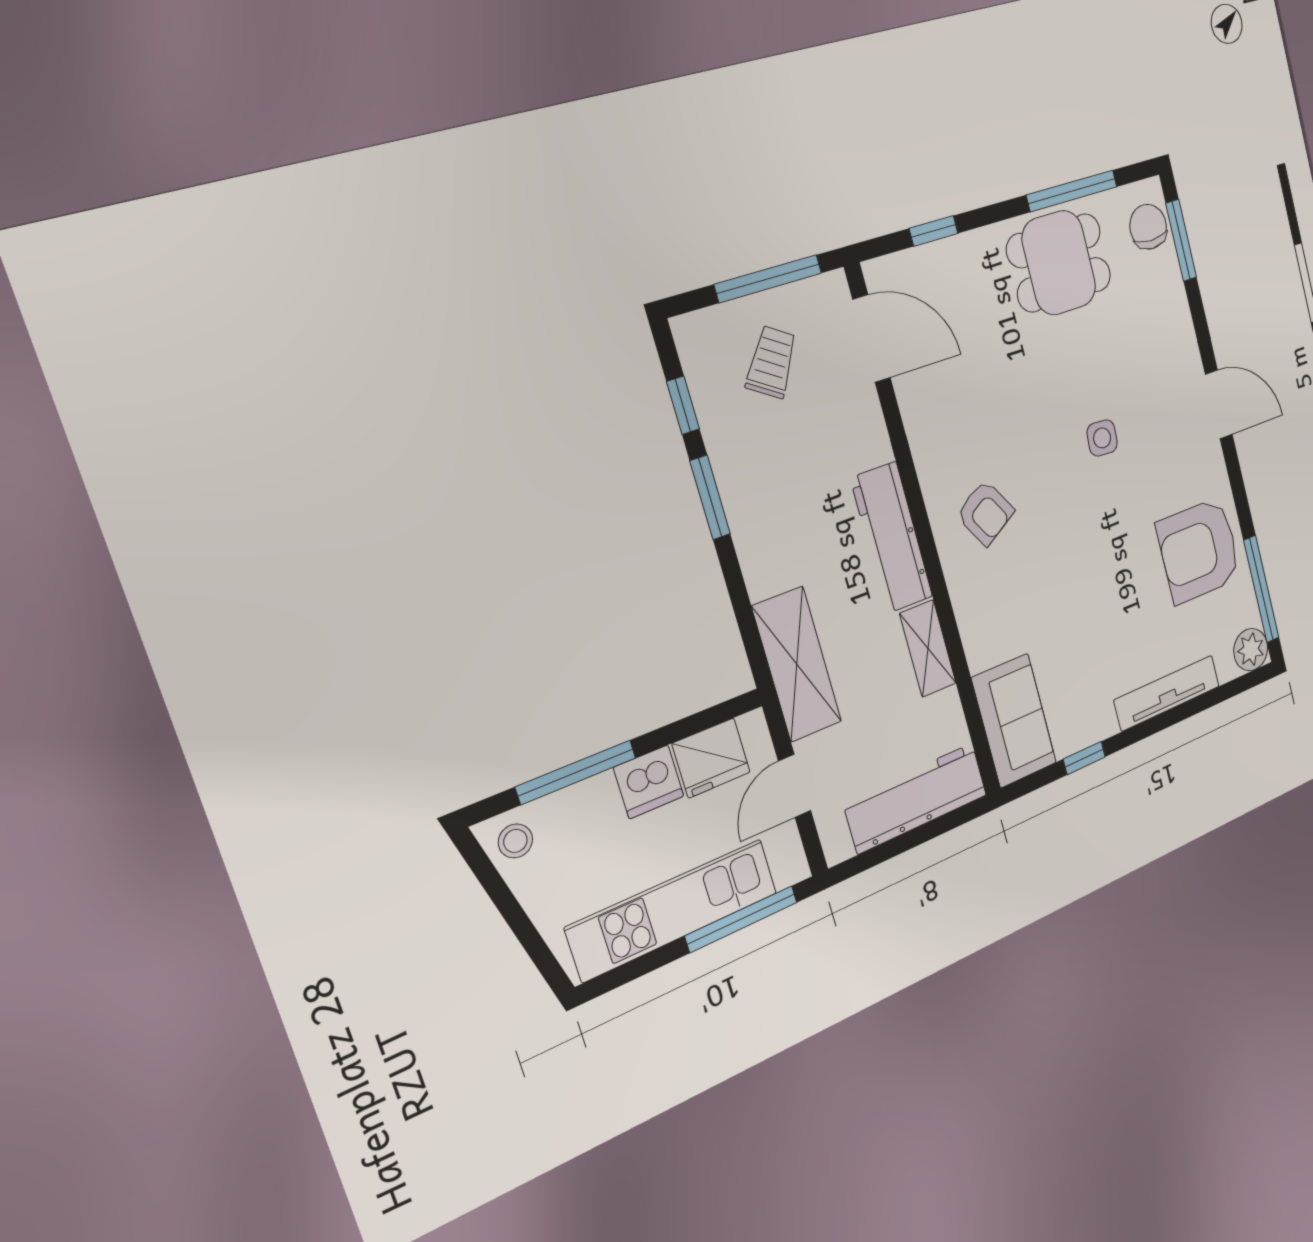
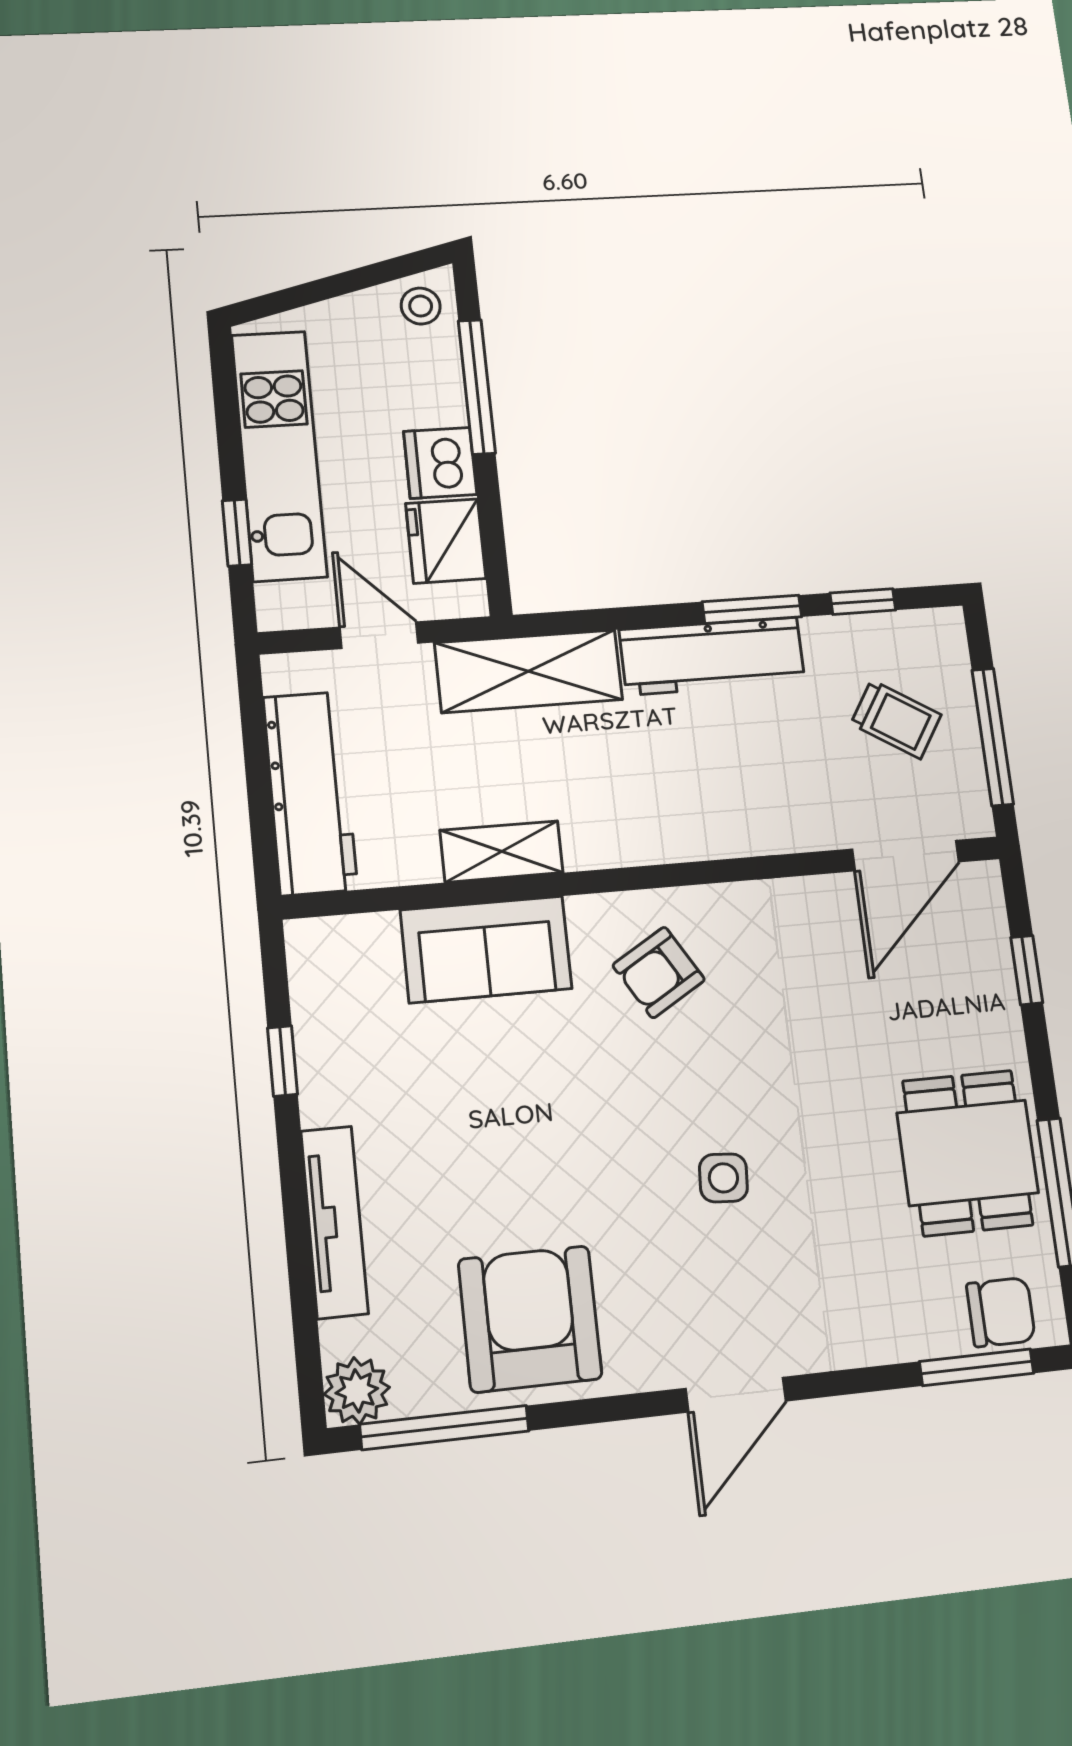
workbench: (892, 538) -> (712, 656), moved, turned 180
sofa: (1014, 721) -> (486, 949), moved
window: (741, 919) -> (237, 533), width x0.46

